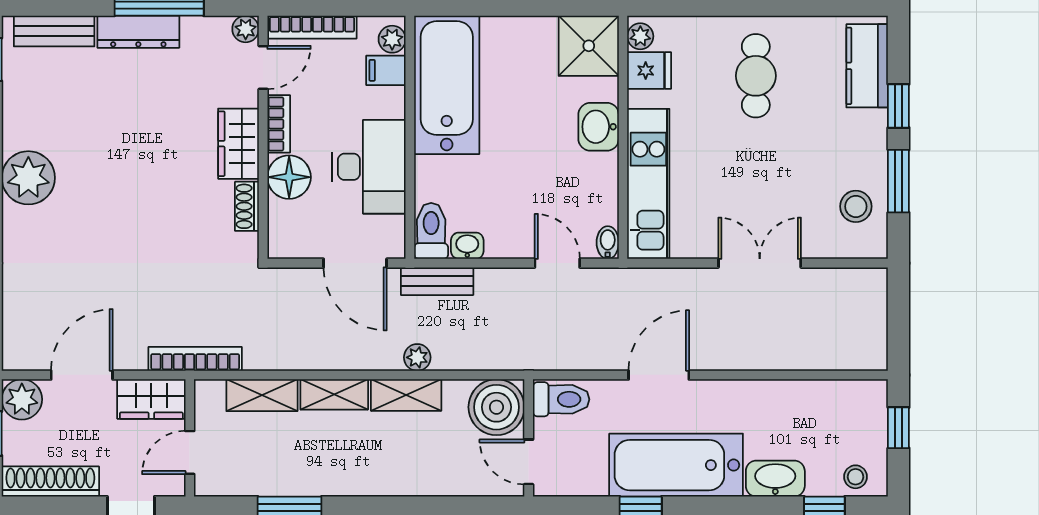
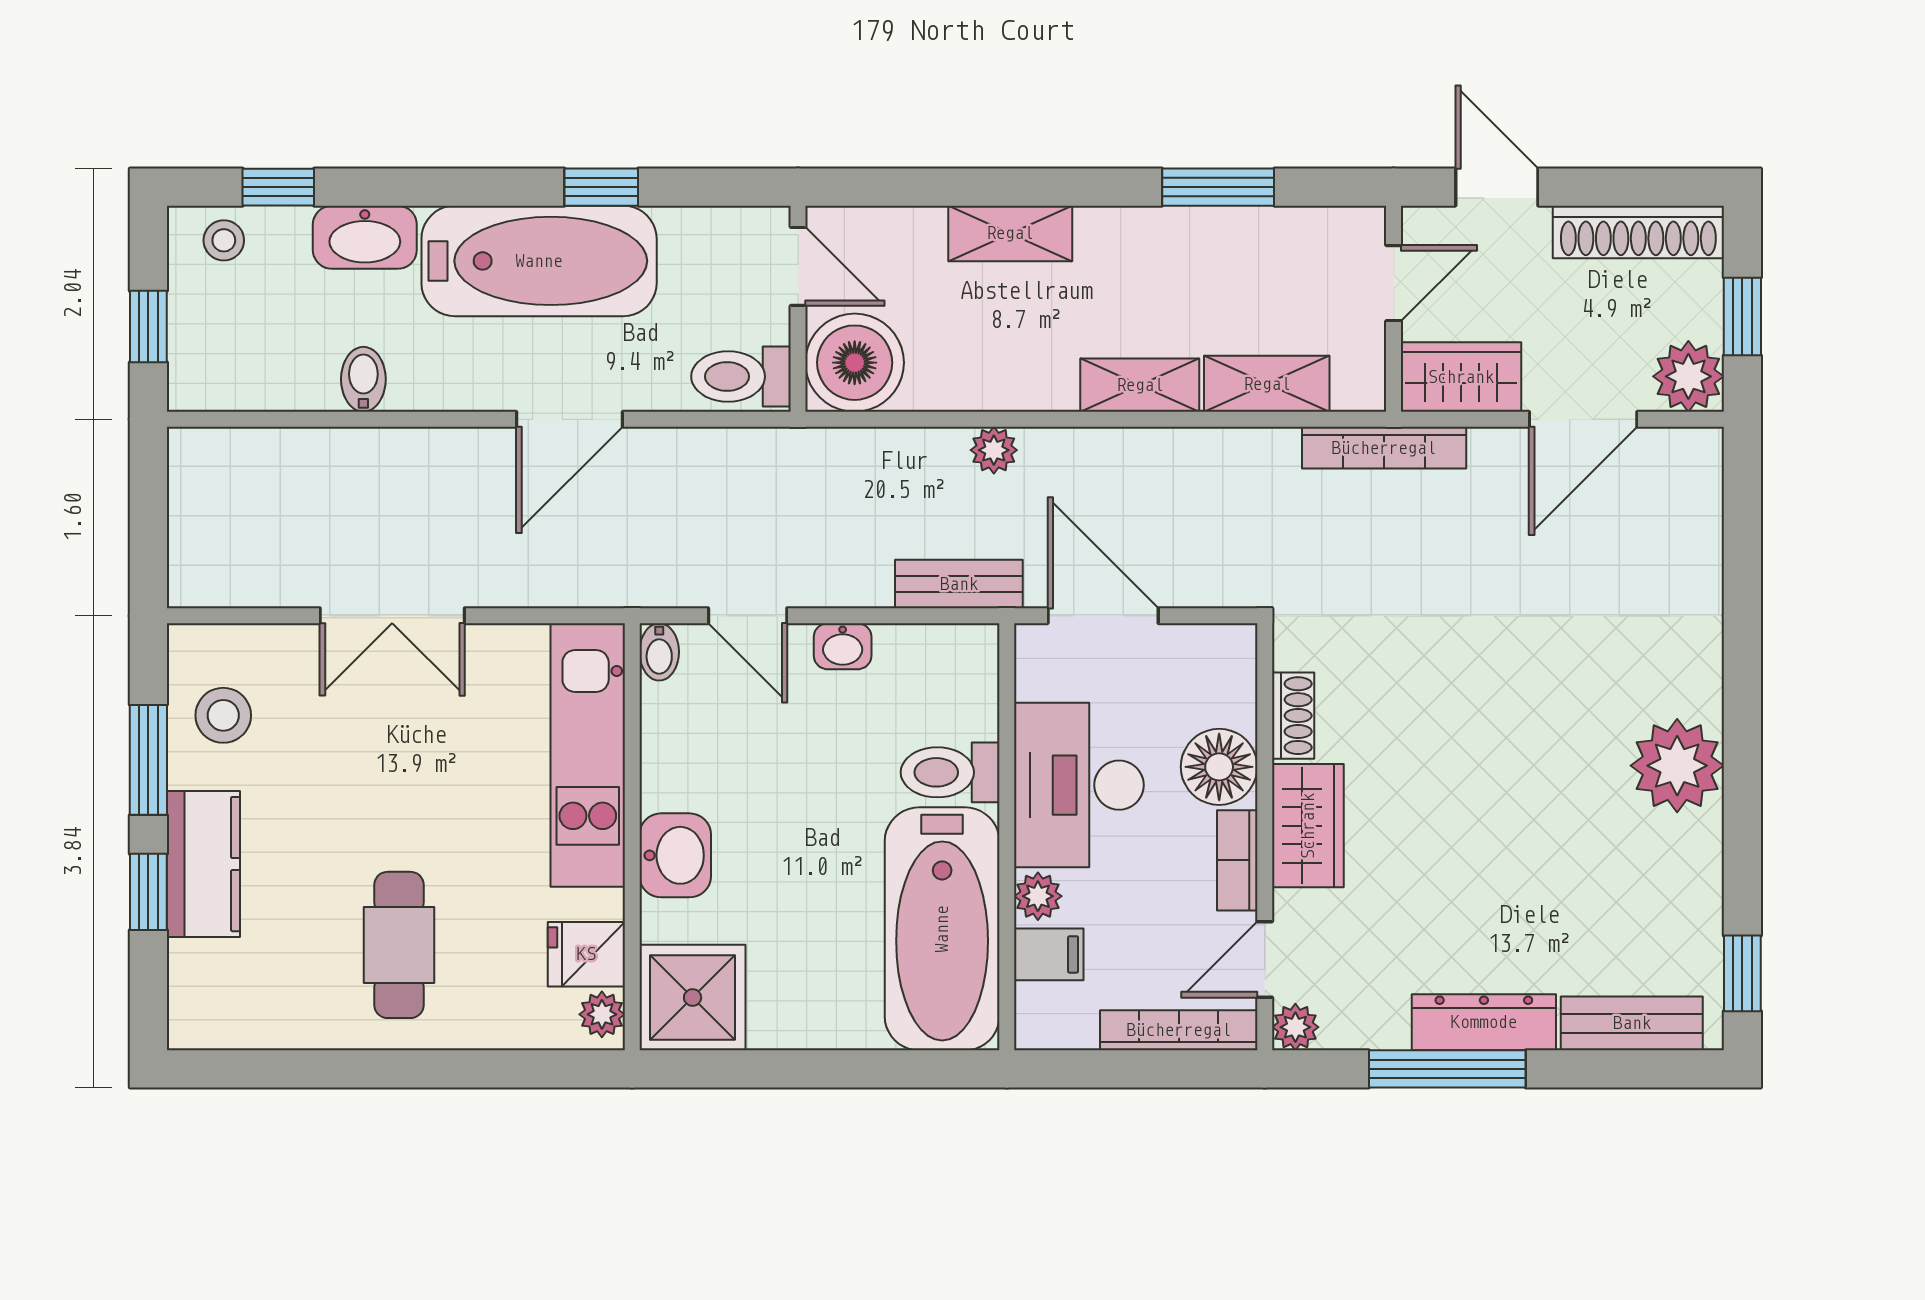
plant: (392, 39) -> (1038, 896), moved
kitchen counter: (867, 66) -> (203, 864), moved
toilet: (431, 231) -> (950, 772), moved, turned 90
washbasin: (467, 246) -> (843, 646), moved
shelving: (406, 395) -> (1010, 233), moved
bidet: (776, 398) -> (363, 379), added

